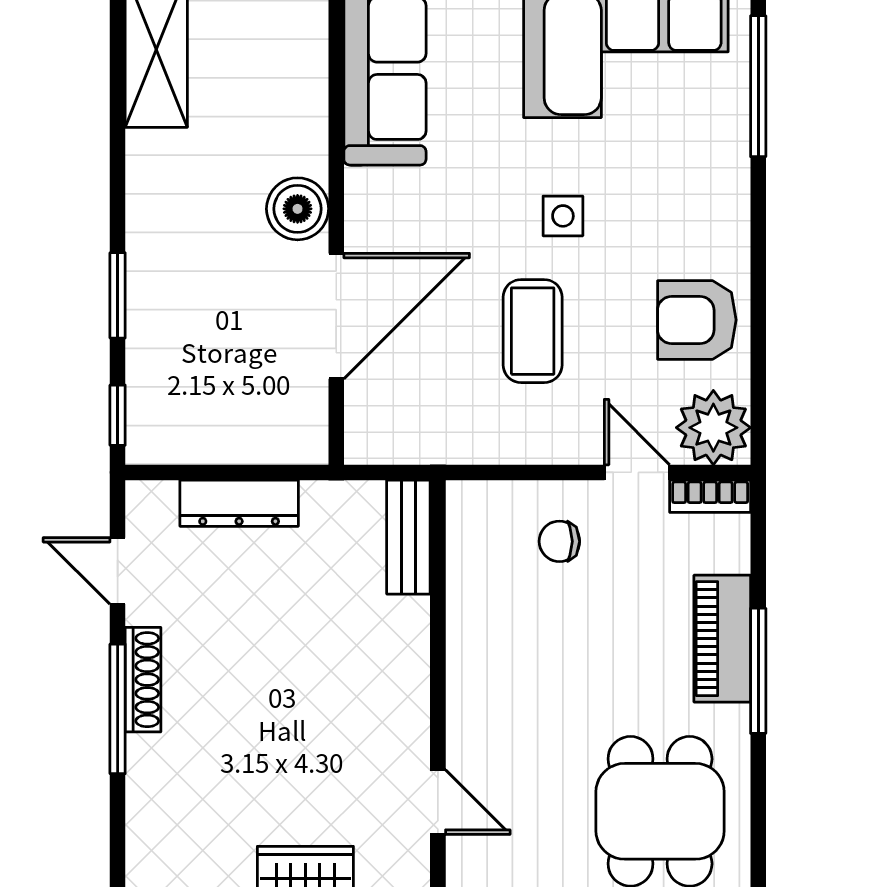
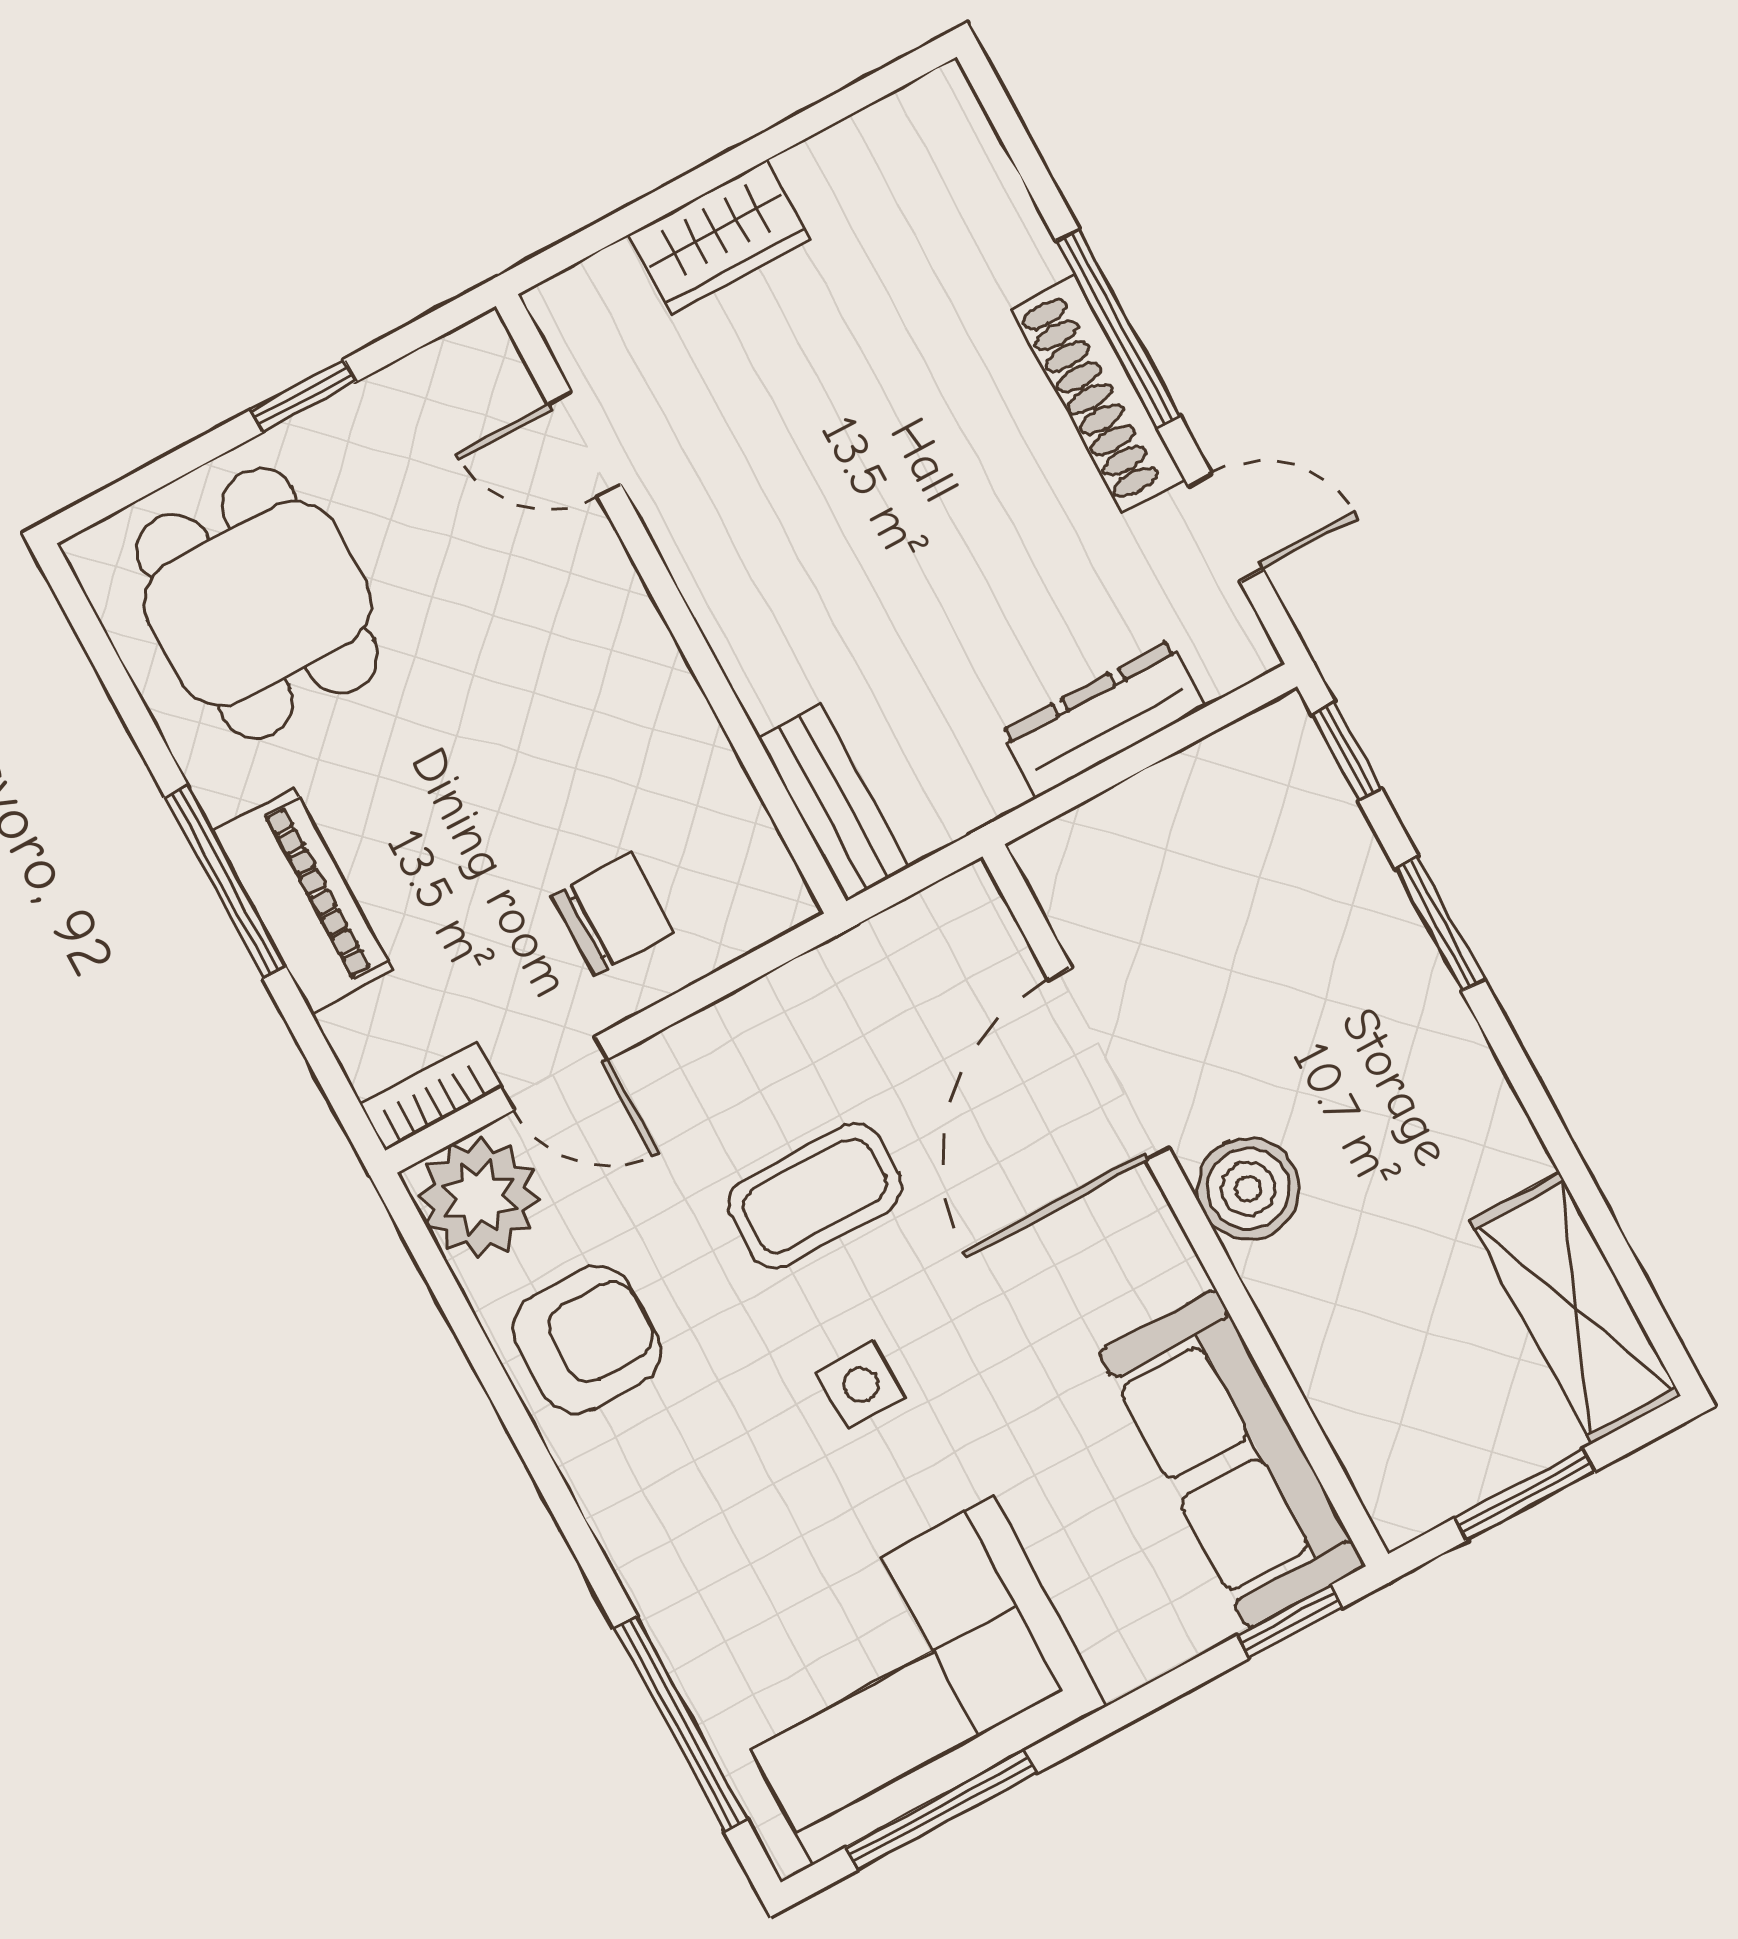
coffee table: (533, 331) -> (815, 1196), turned 90
chair: (559, 541) -> (613, 914), width x1.37, depth x1.37
shoe rack: (143, 680) -> (1098, 394), width x1.36, depth x1.24

